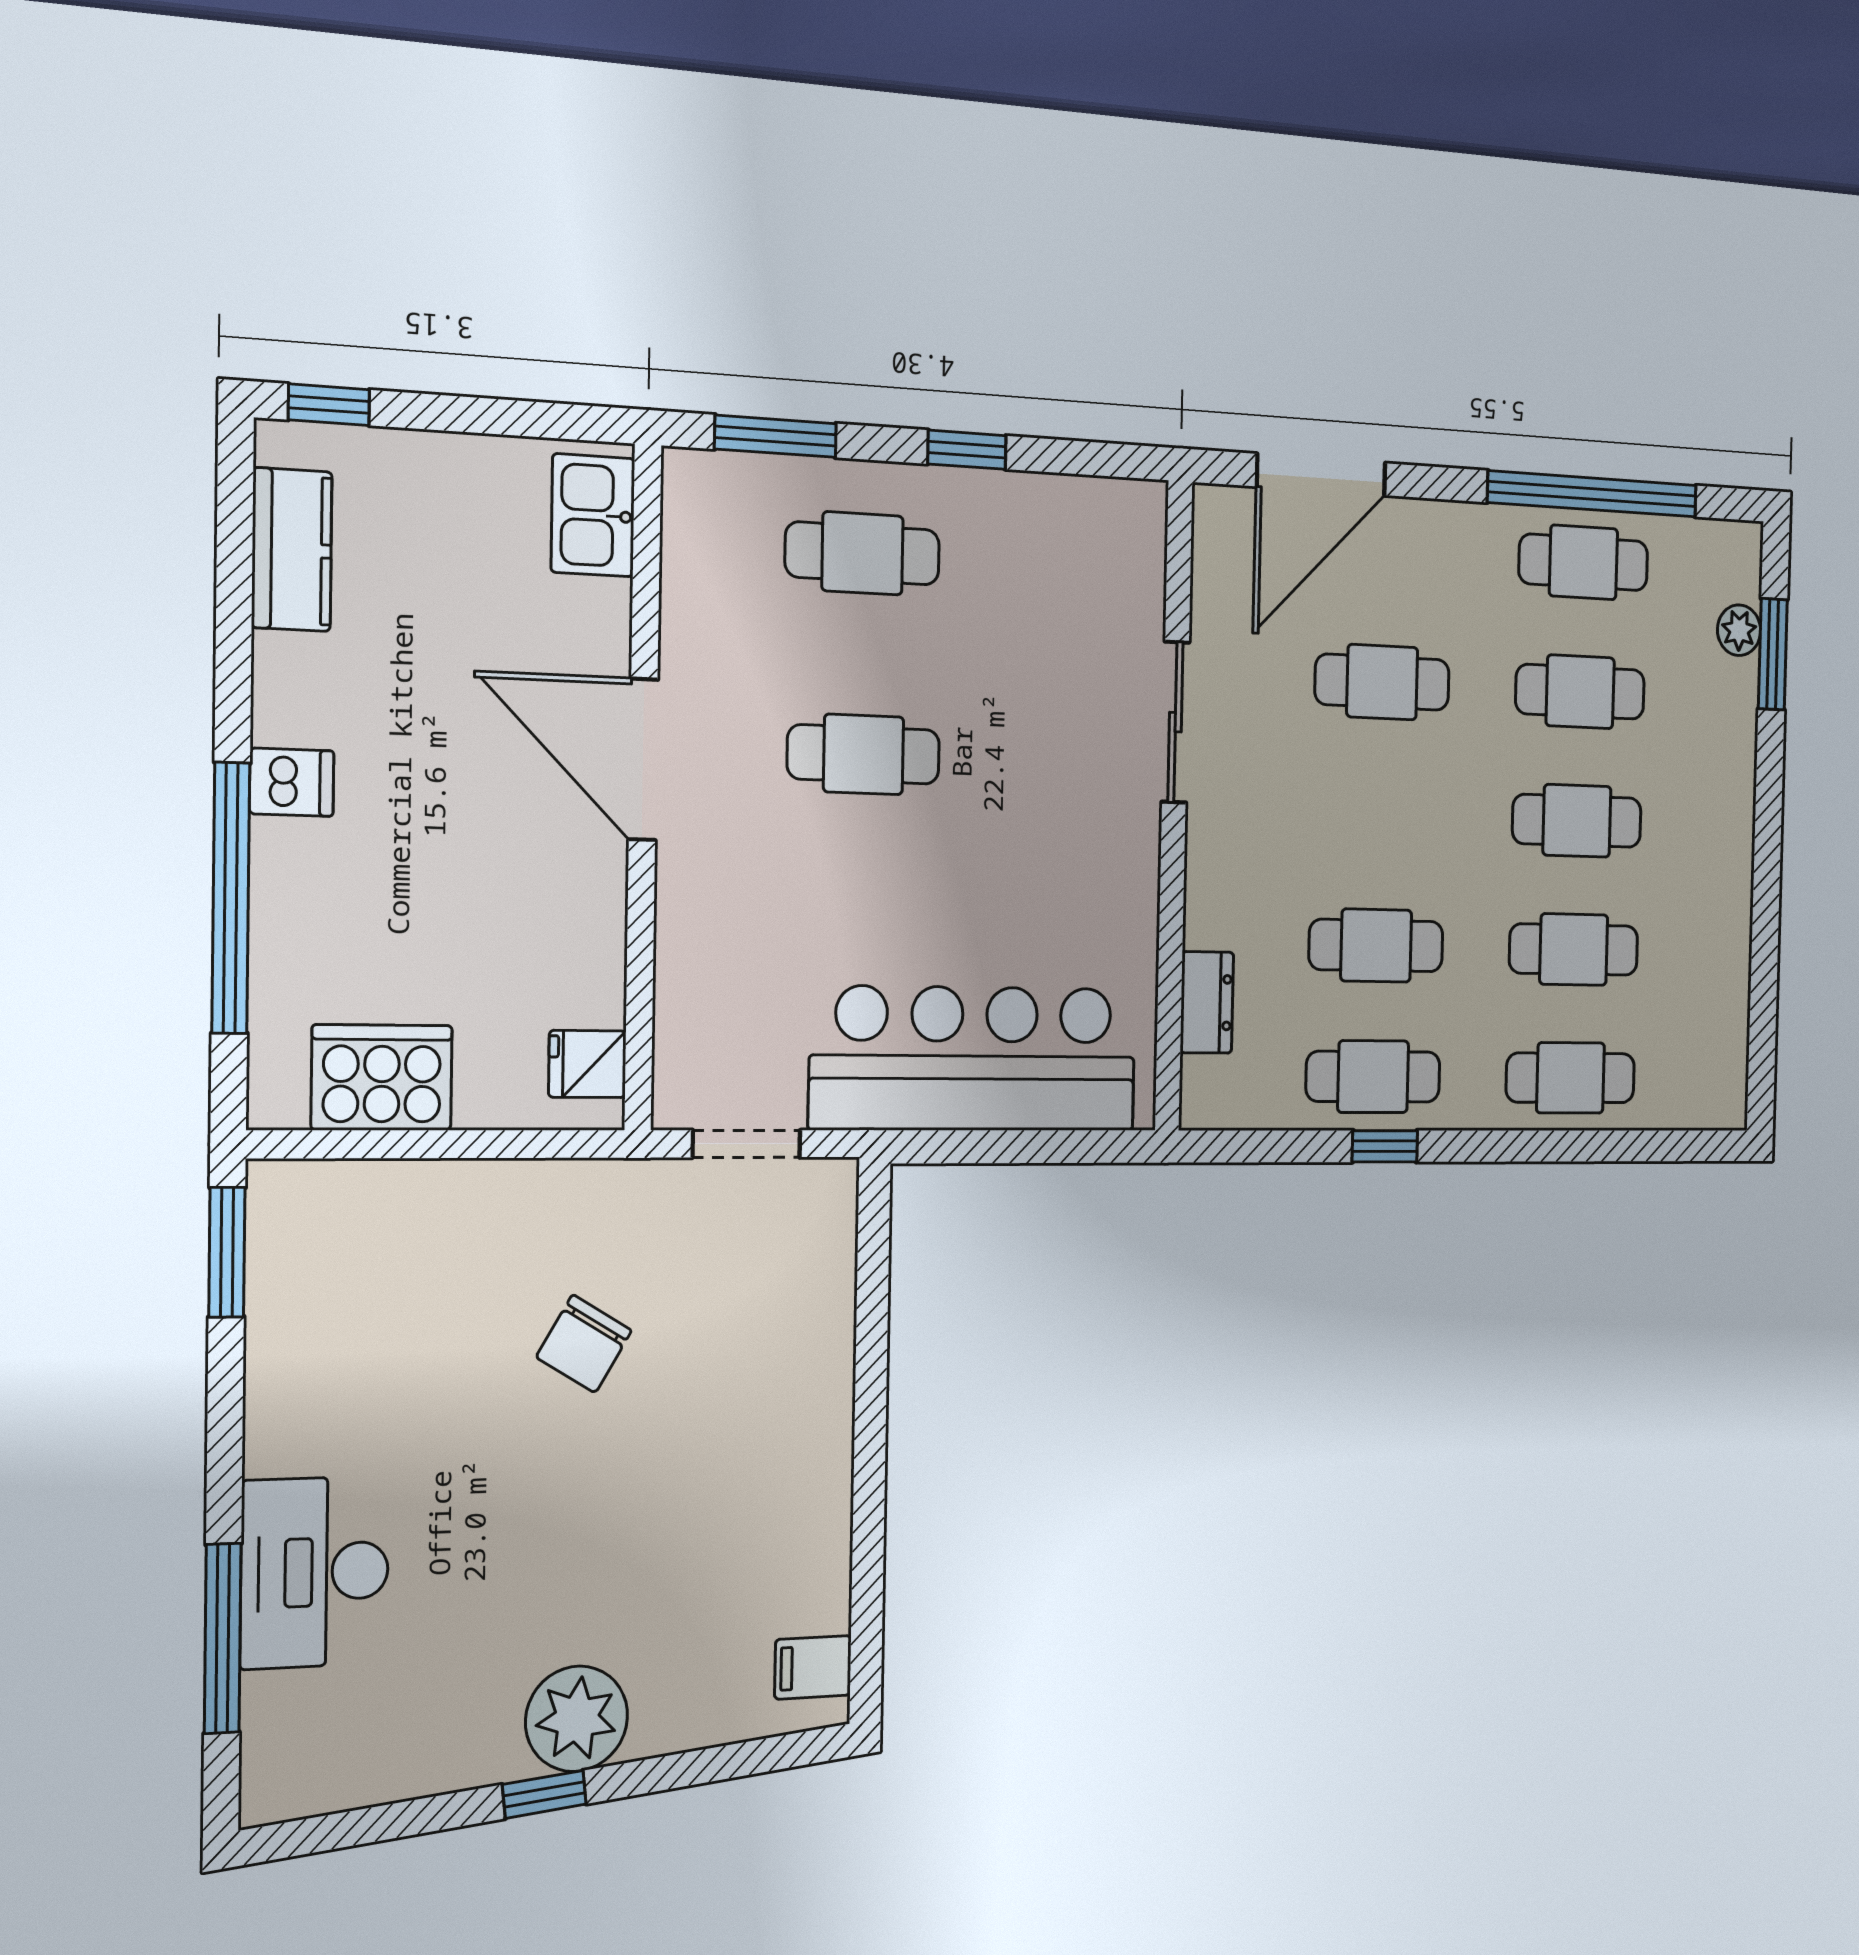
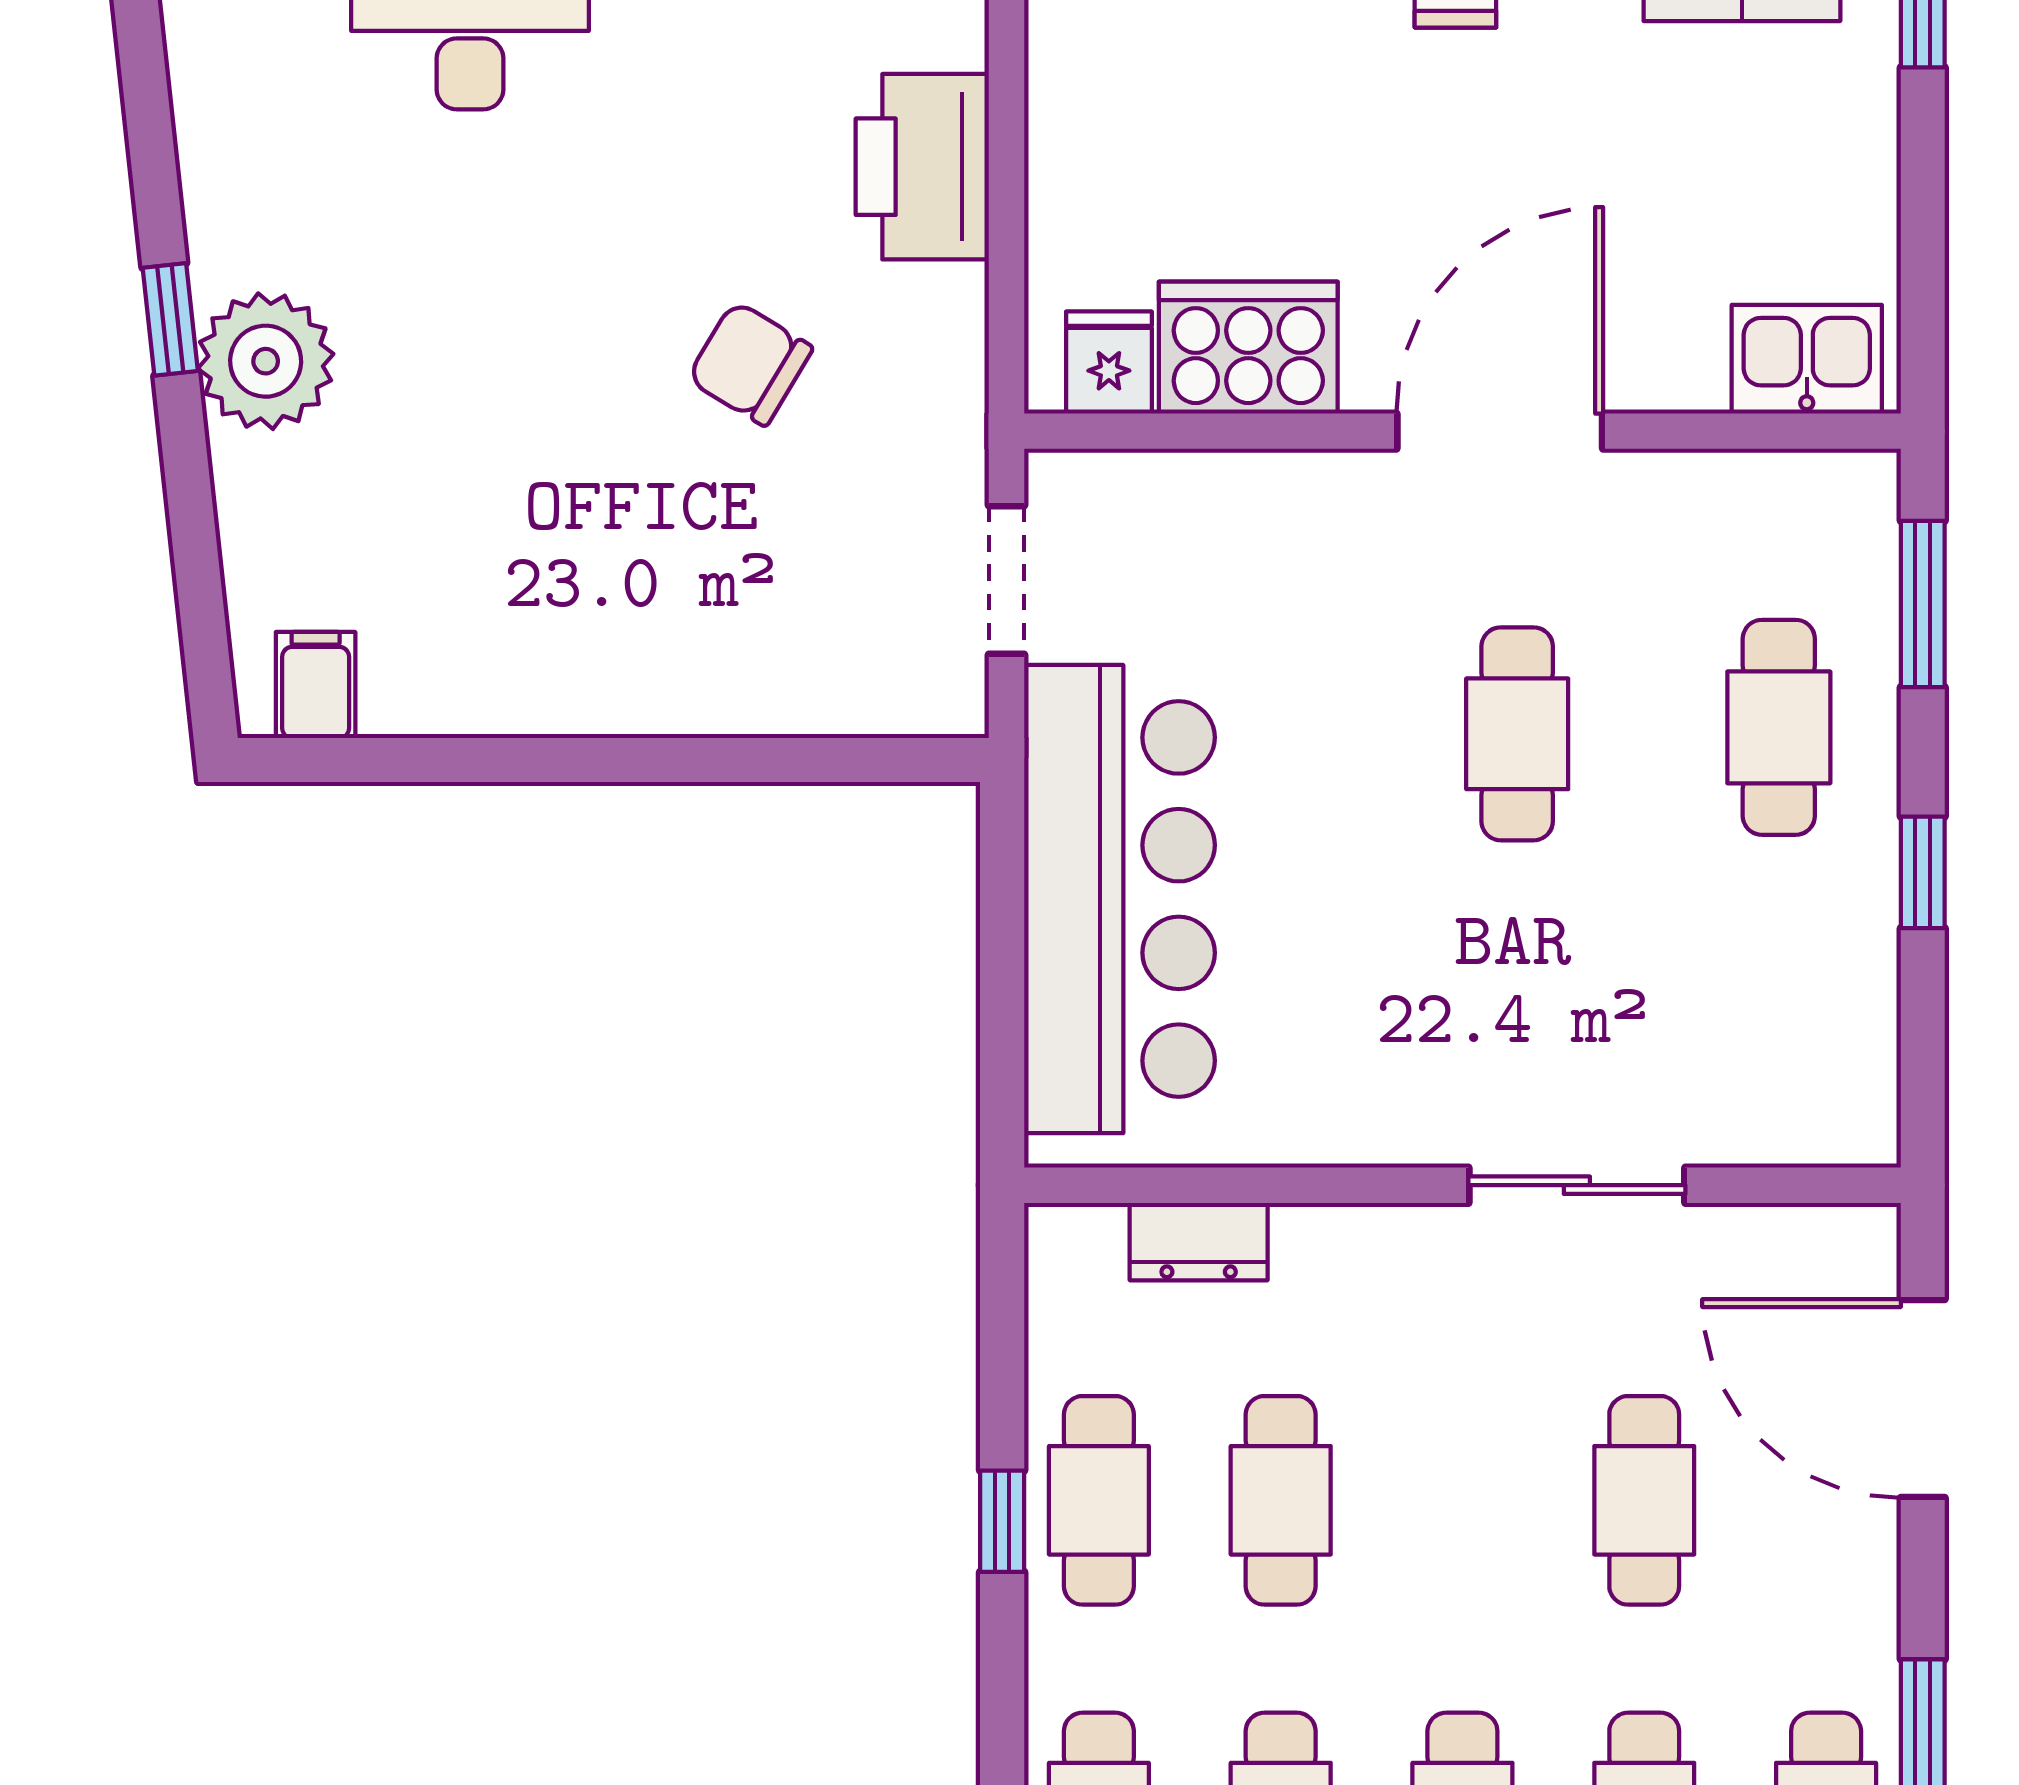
cooker: (382, 1078) -> (1248, 348), moved, turned -90
printer: (436, 1211) -> (922, 167), added

